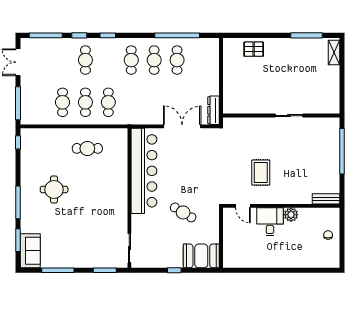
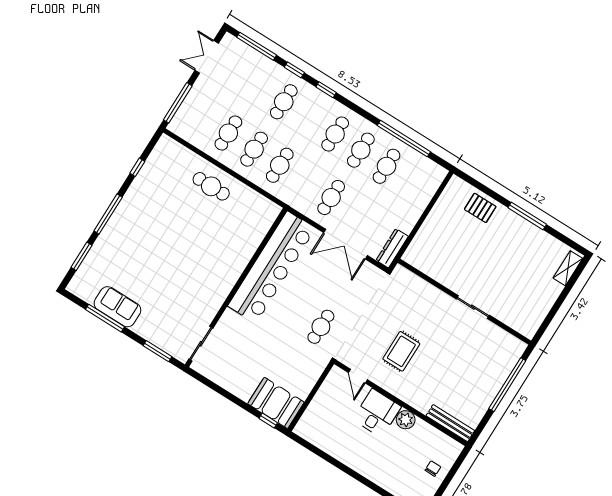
window: (307, 35) -> (527, 216), moved
cafe table: (154, 102) -> (331, 197), added
double door: (182, 126) -> (346, 244), swing flipped
window: (18, 142) -> (137, 167), moved
cafe table: (87, 148) -> (211, 186), moved
round table: (54, 190) -> (157, 225), removed
bench: (326, 199) -> (450, 423), width x1.36
cafe table: (183, 212) -> (321, 327), moved, turned 59
sofa: (30, 251) -> (117, 307), moved, turned -90
window: (174, 270) -> (268, 421), moved

